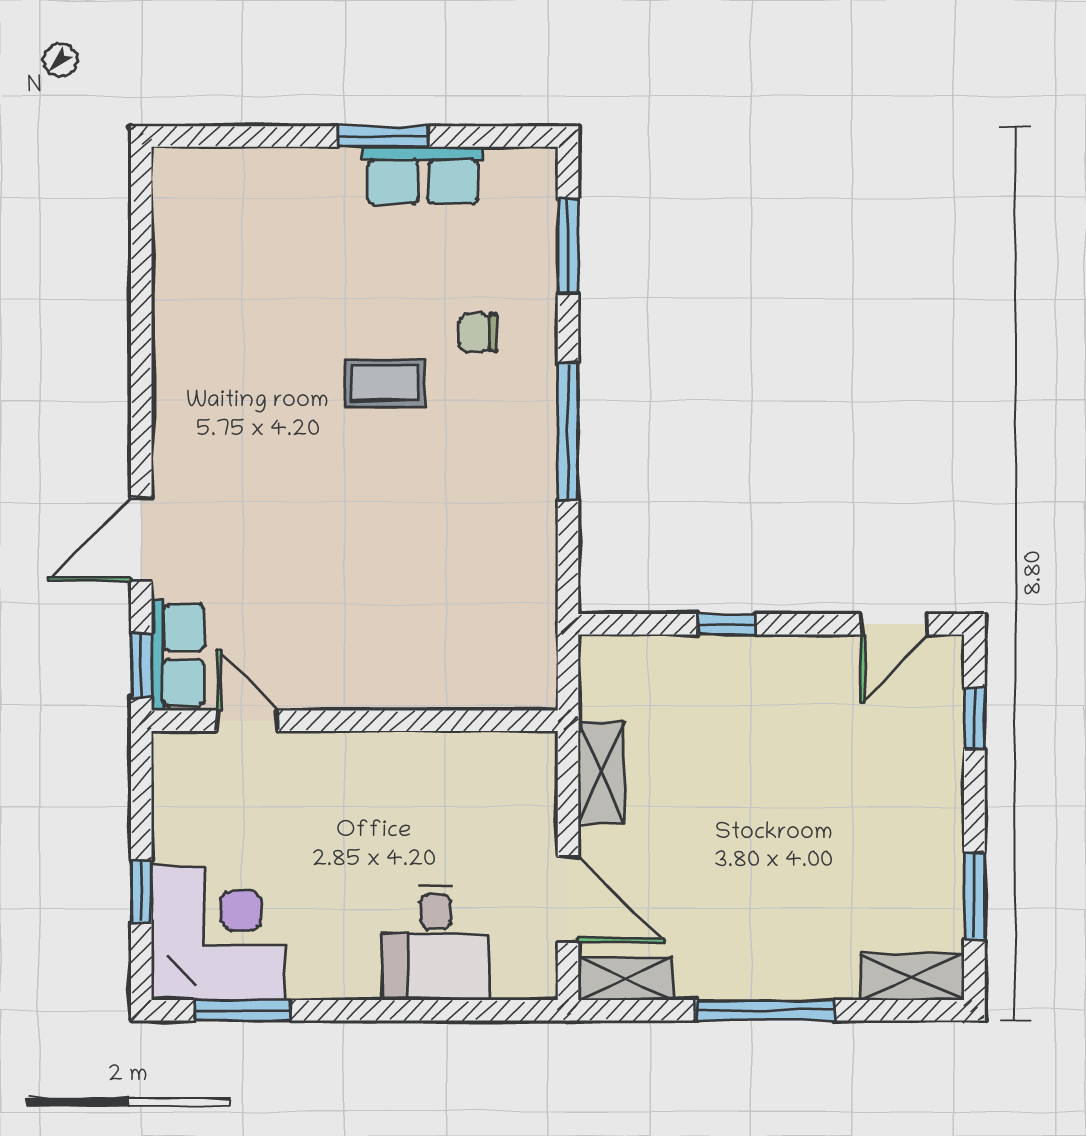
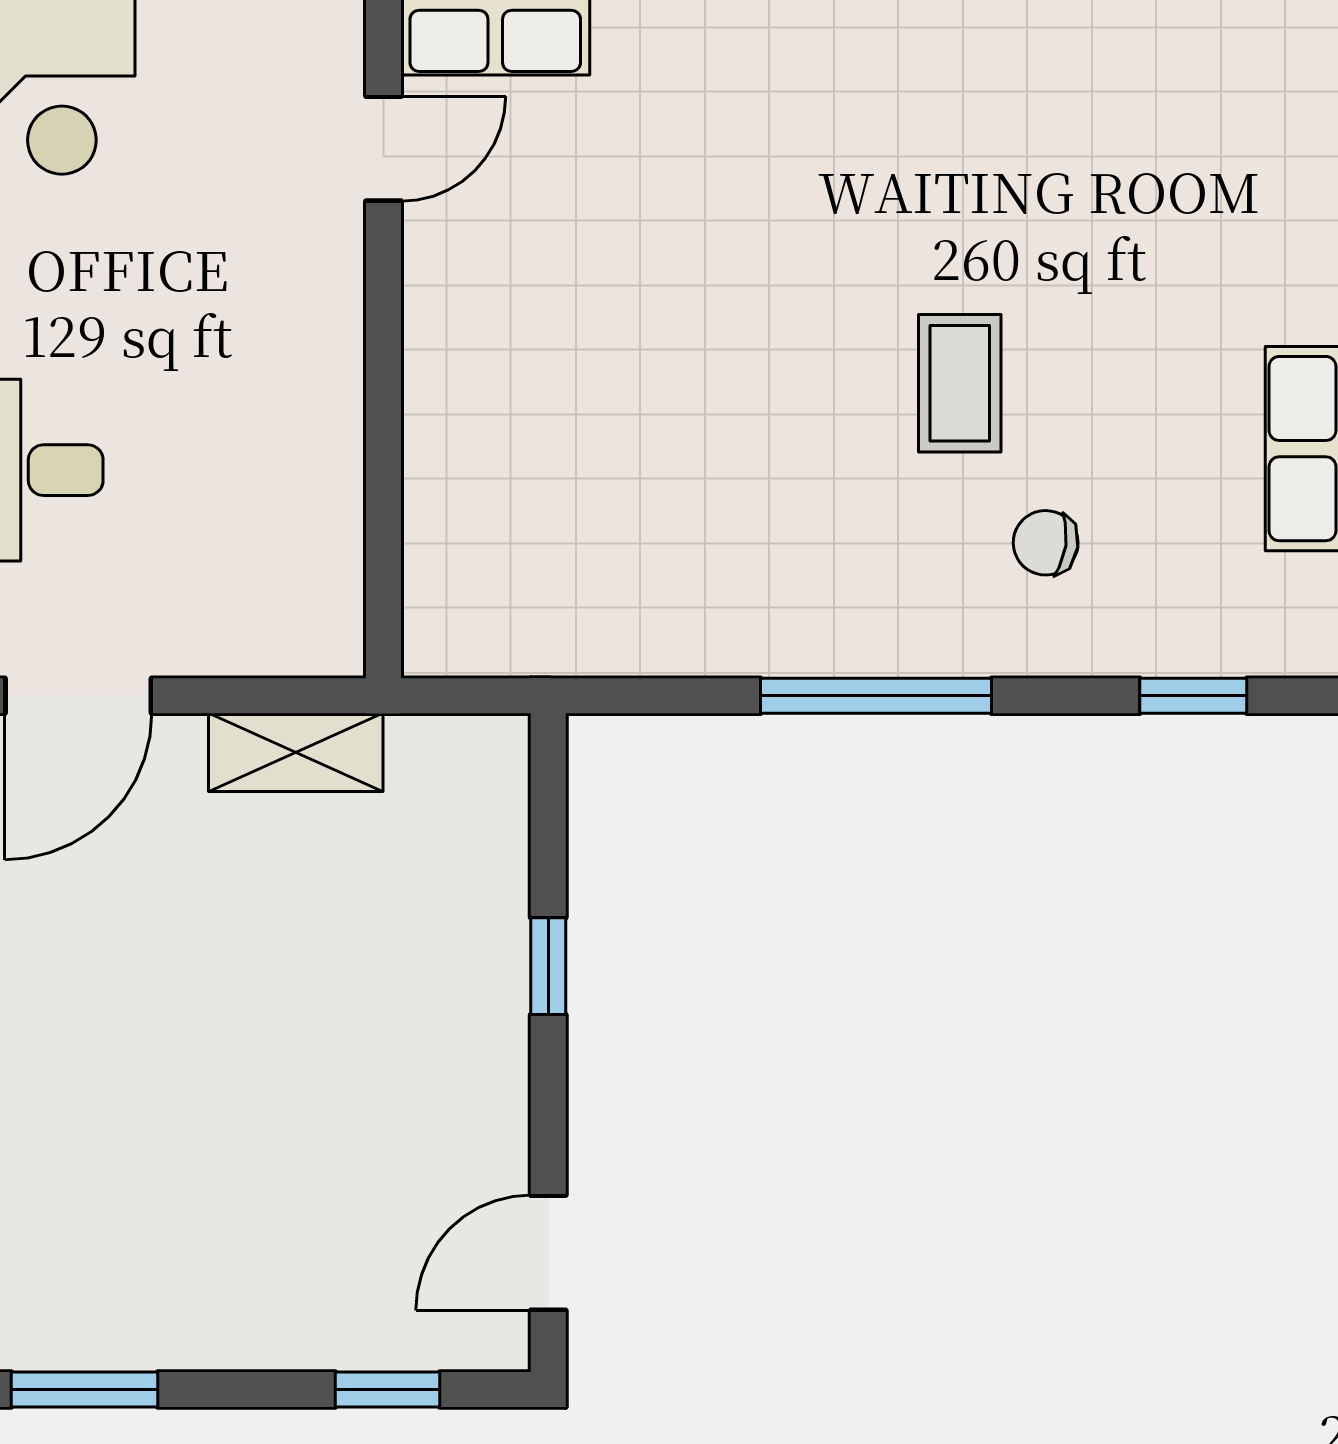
window: (568, 246) -> (1193, 696), width x0.67
chair: (478, 333) -> (1046, 543), turned -82
door: (894, 624) -> (548, 1253), hinge flipped

